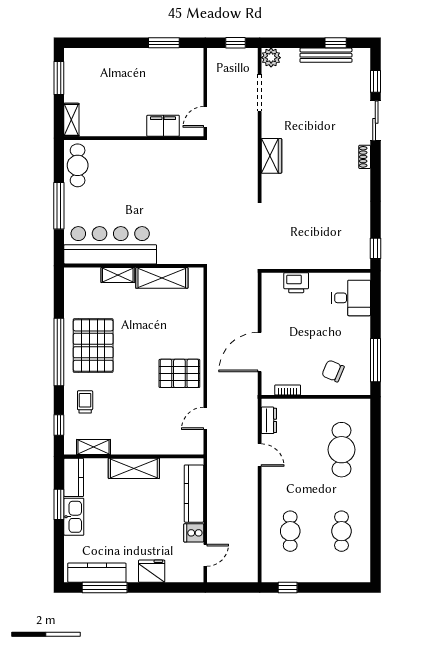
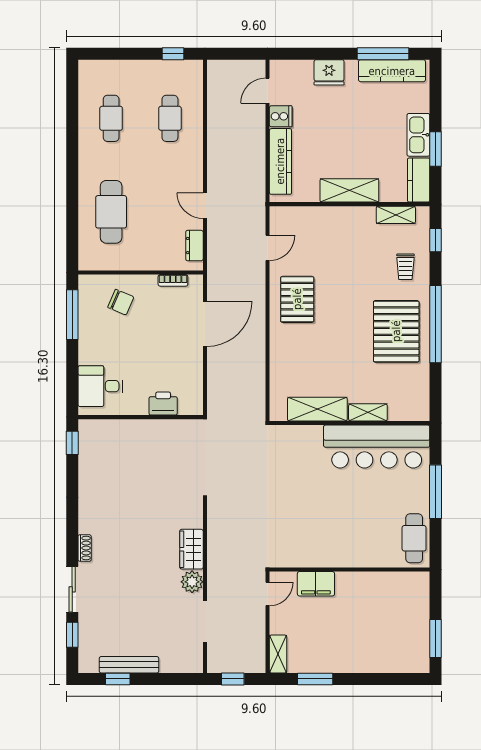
plant: (271, 58) -> (192, 582), moved
shelving: (71, 120) -> (278, 654), moved
pallet: (179, 373) -> (297, 299), turned 90

